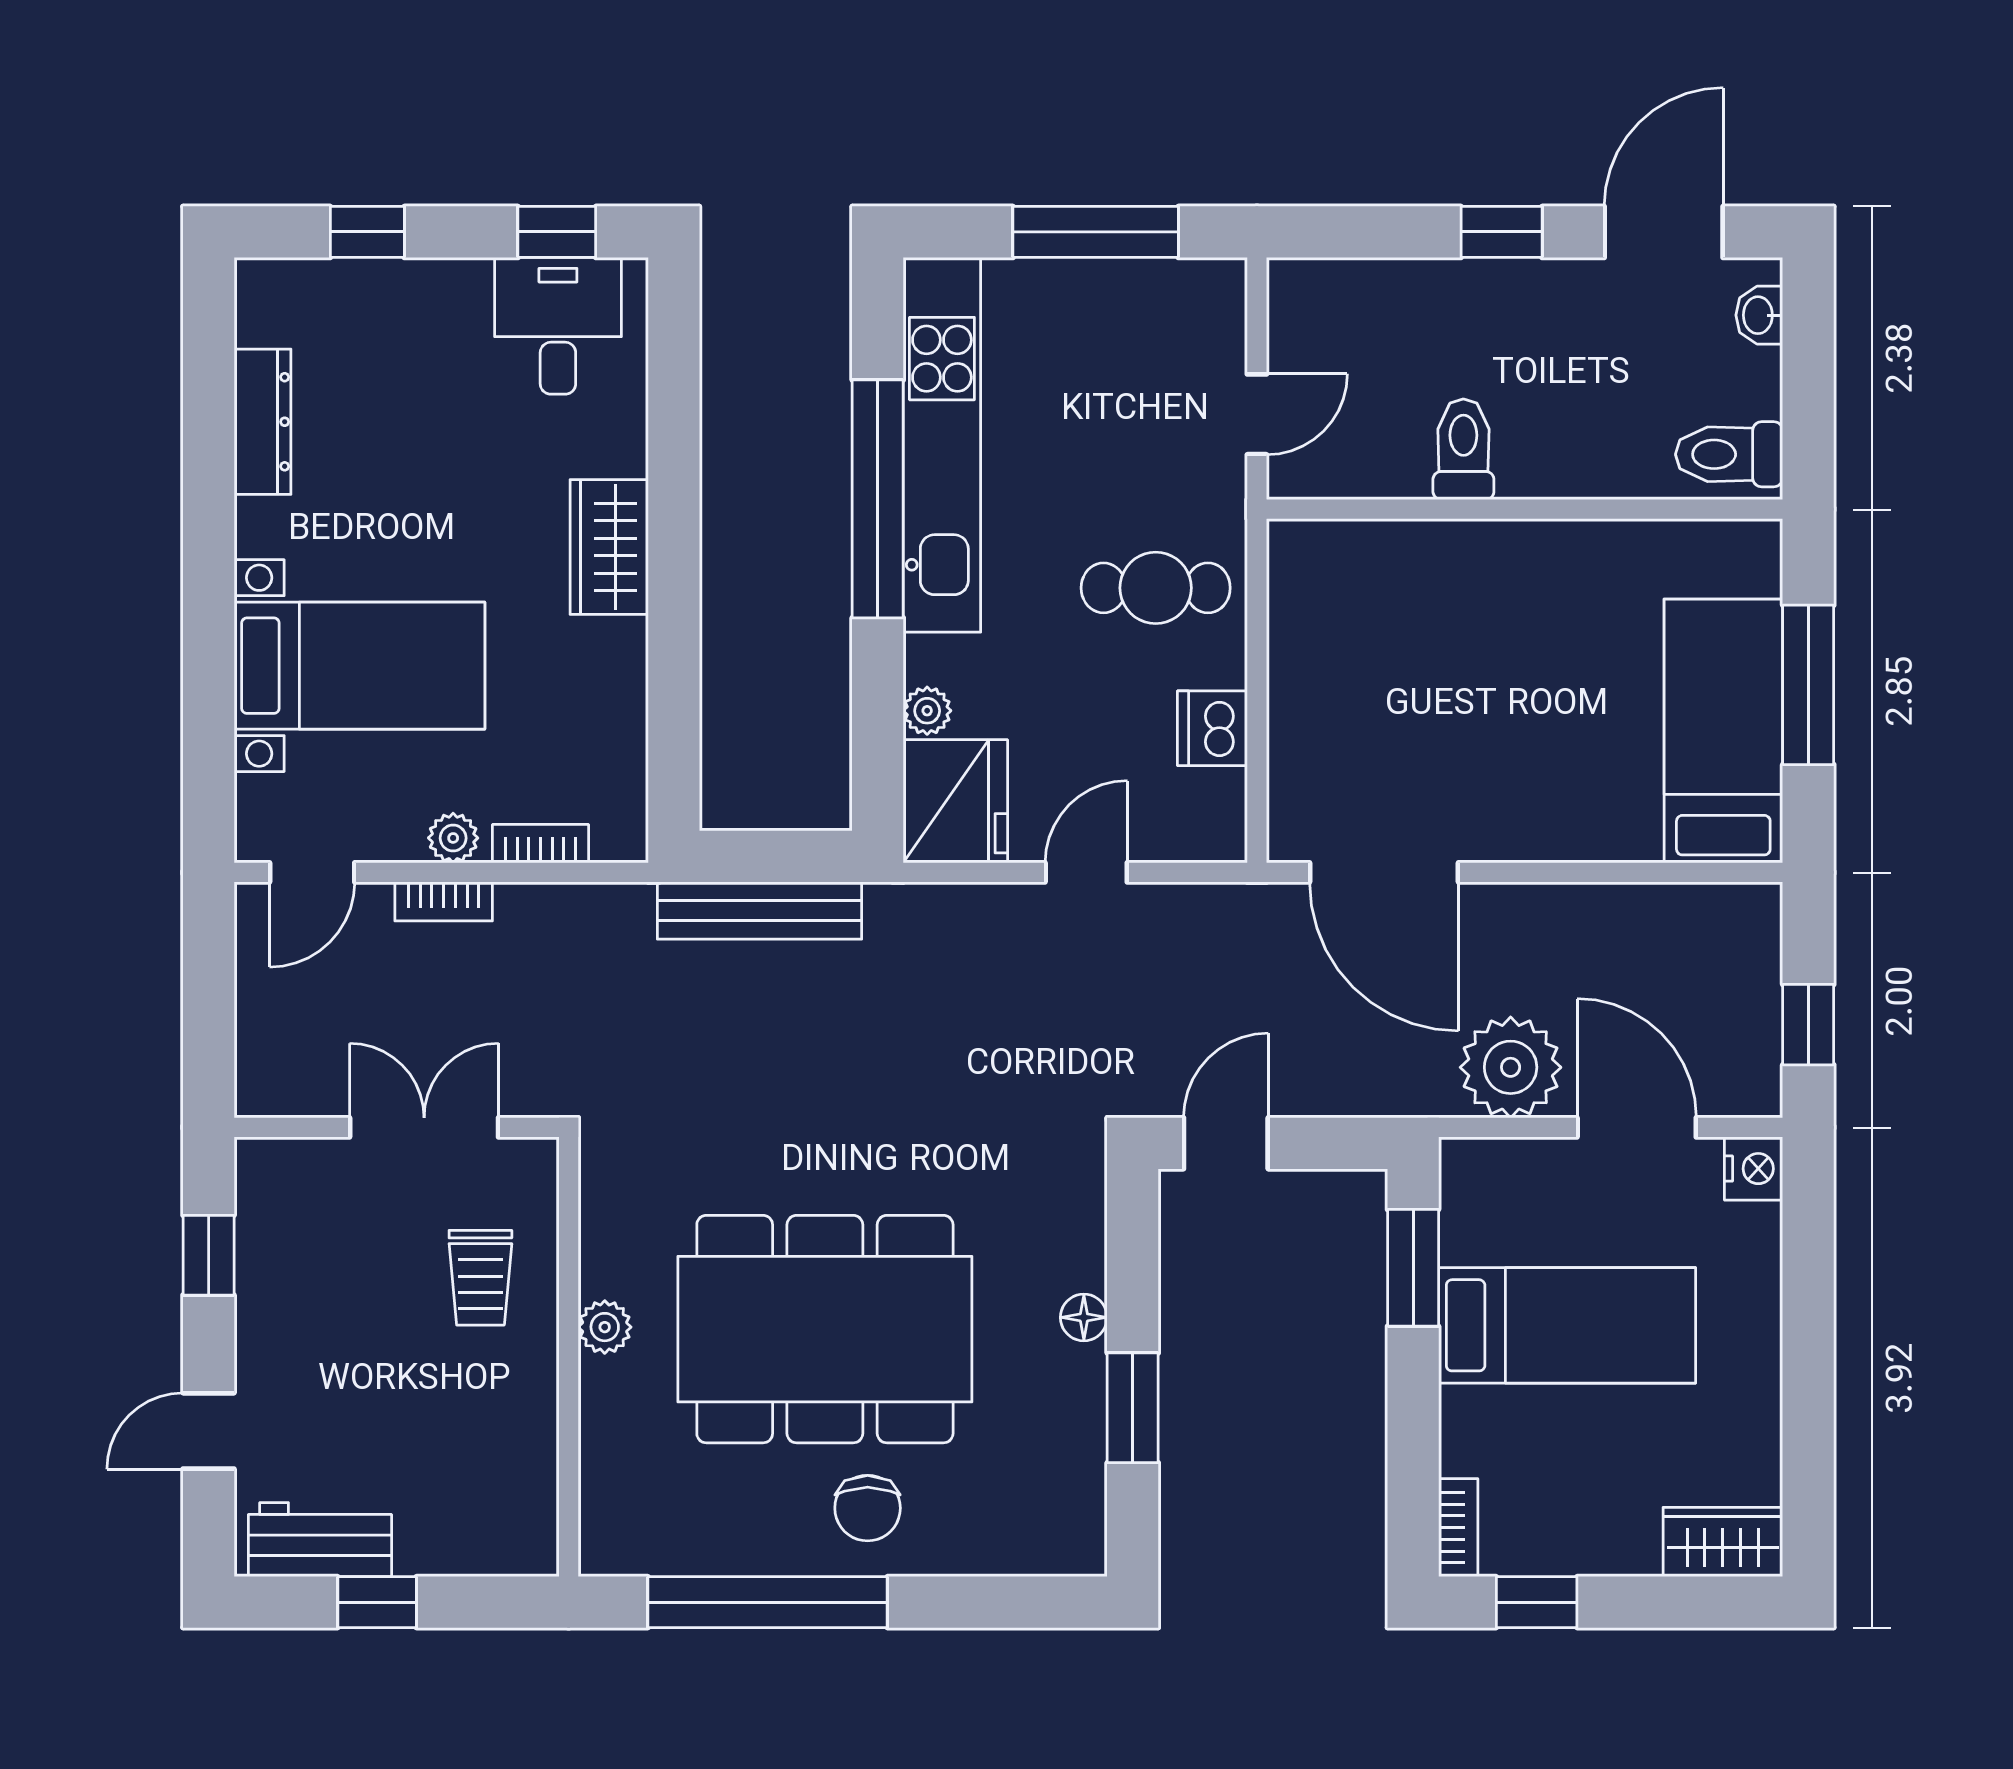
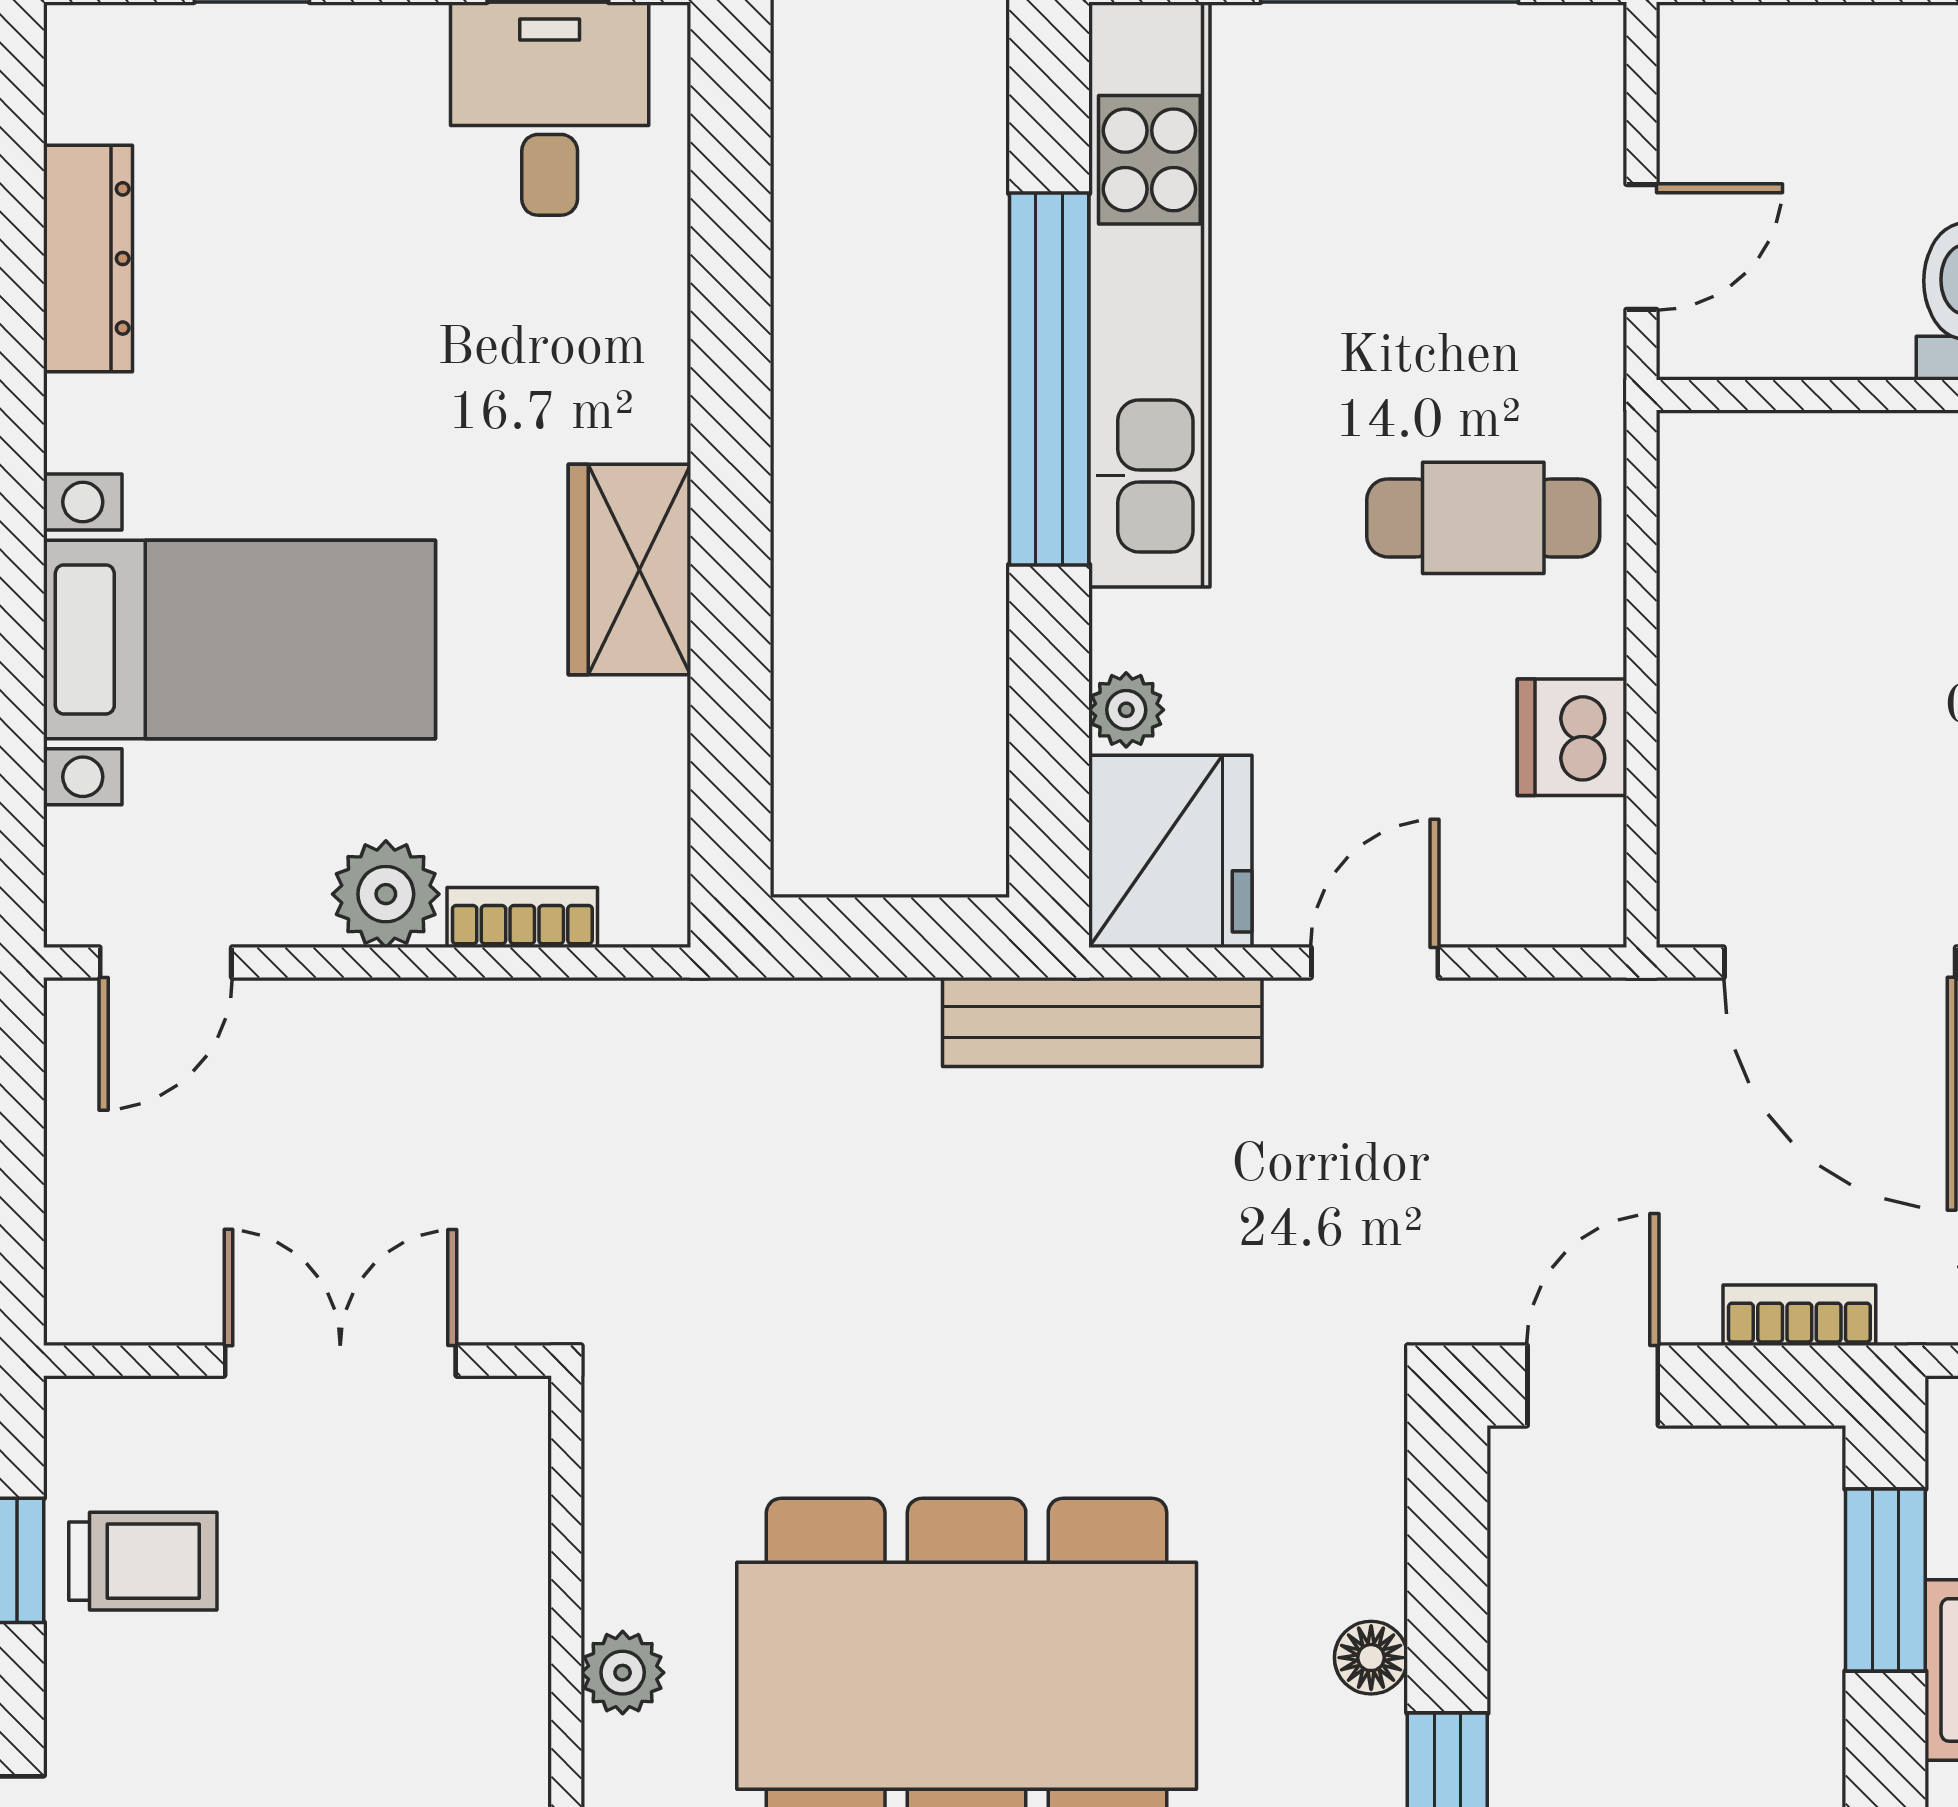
wardrobe: (609, 547) -> (630, 569), moved
plant: (453, 838) -> (386, 894), width x1.38, depth x1.38
bookcase: (444, 901) -> (1799, 1315), moved, turned 180
bench: (760, 911) -> (1102, 1022), moved
trolley: (480, 1278) -> (143, 1561), moved, turned -90

